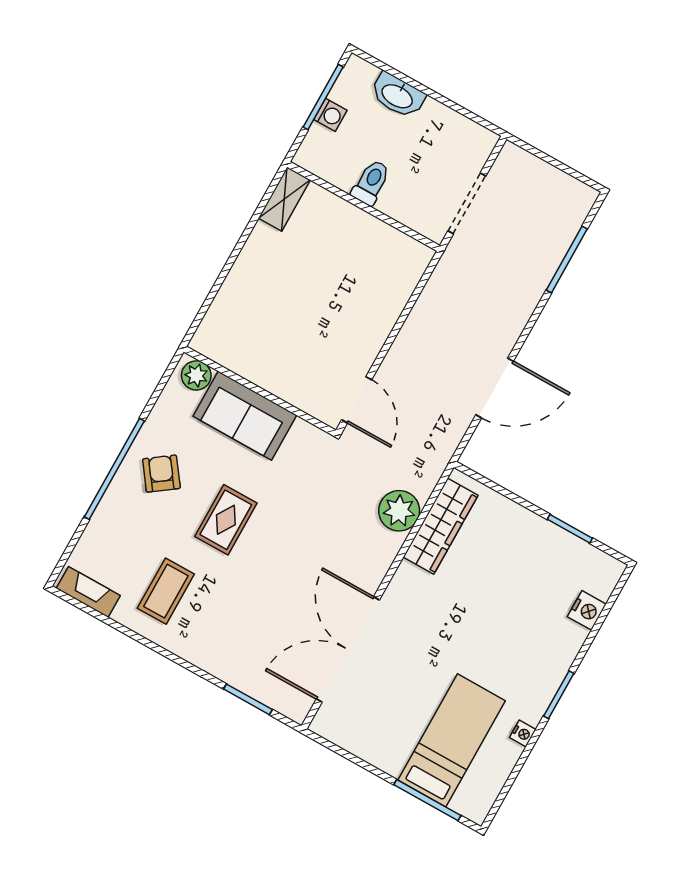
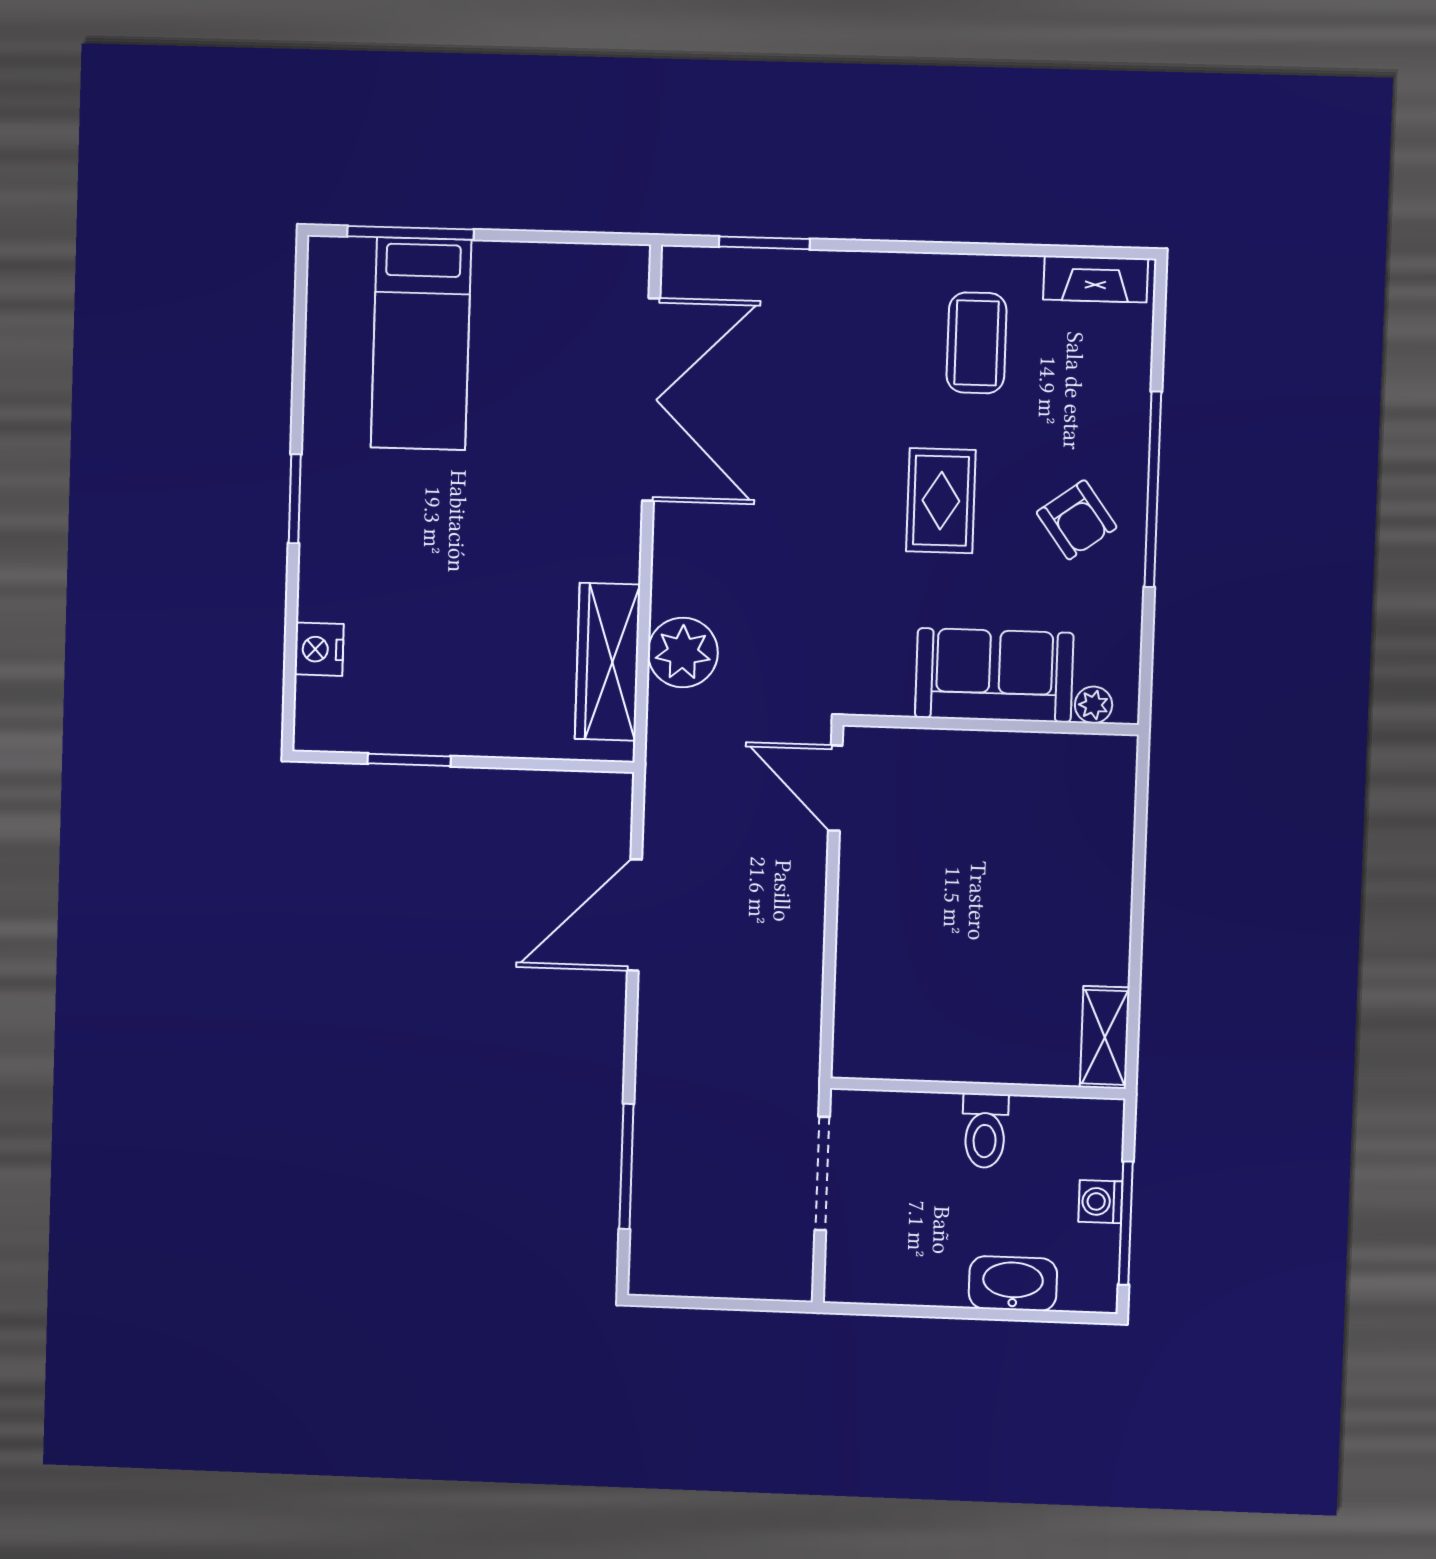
plant: (196, 375) -> (1094, 705), width x0.73, depth x0.73
nightstand: (523, 734) -> (319, 411), removed

